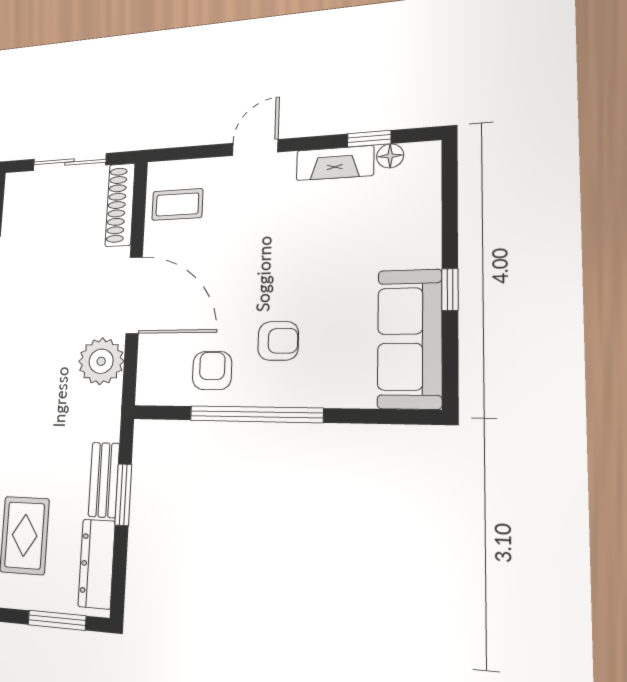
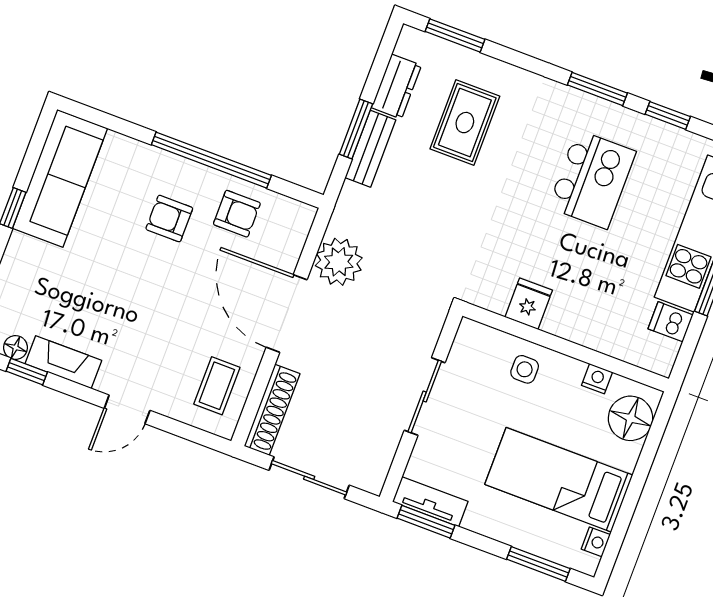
coffee table: (177, 204) -> (217, 386), turned 90
armchair: (212, 371) -> (237, 214), turned -90
dresser: (97, 564) -> (396, 86), width x0.70

